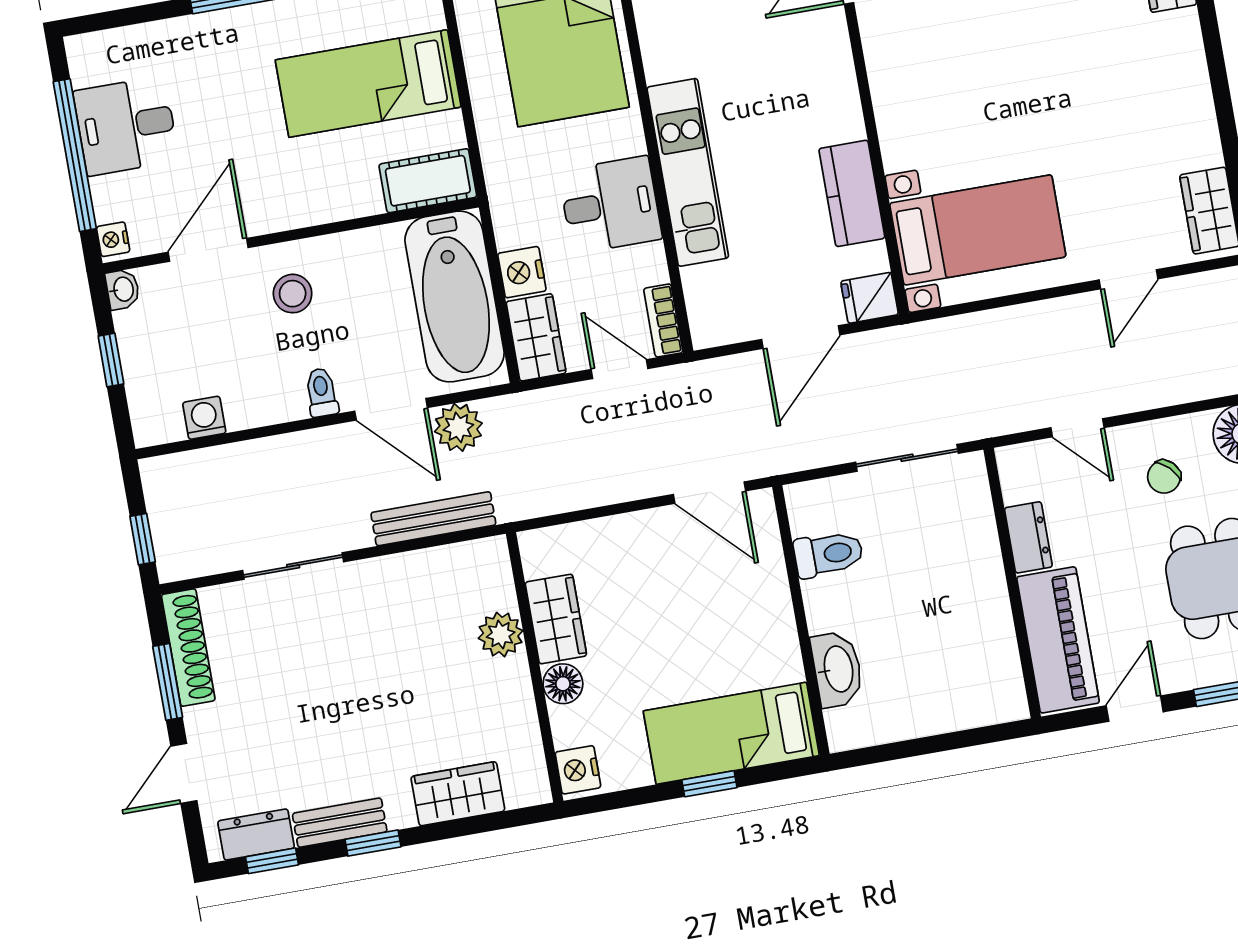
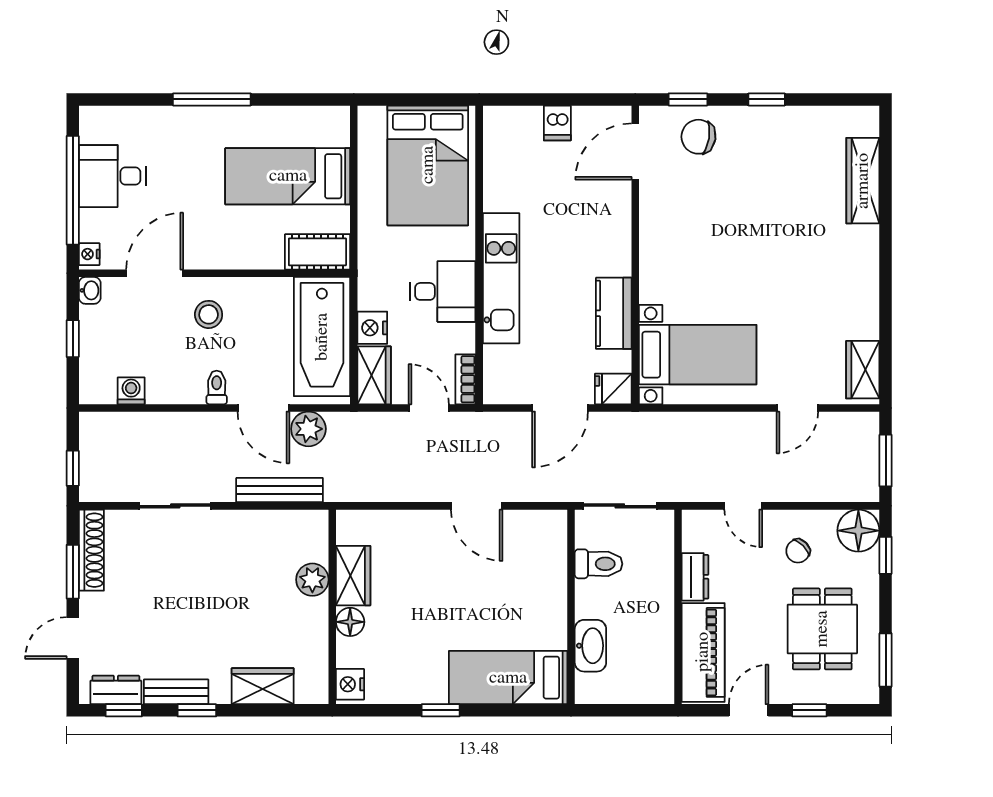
toilet: (828, 554) -> (599, 564), moved
wall: (801, 620) -> (571, 607), moved
washbasin: (837, 669) -> (590, 646), moved
bed: (731, 733) -> (508, 678), moved

